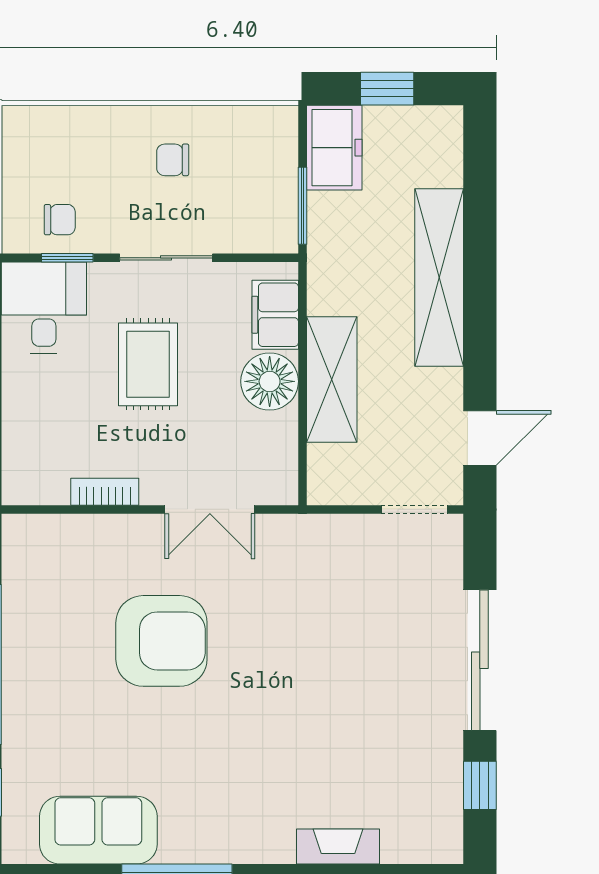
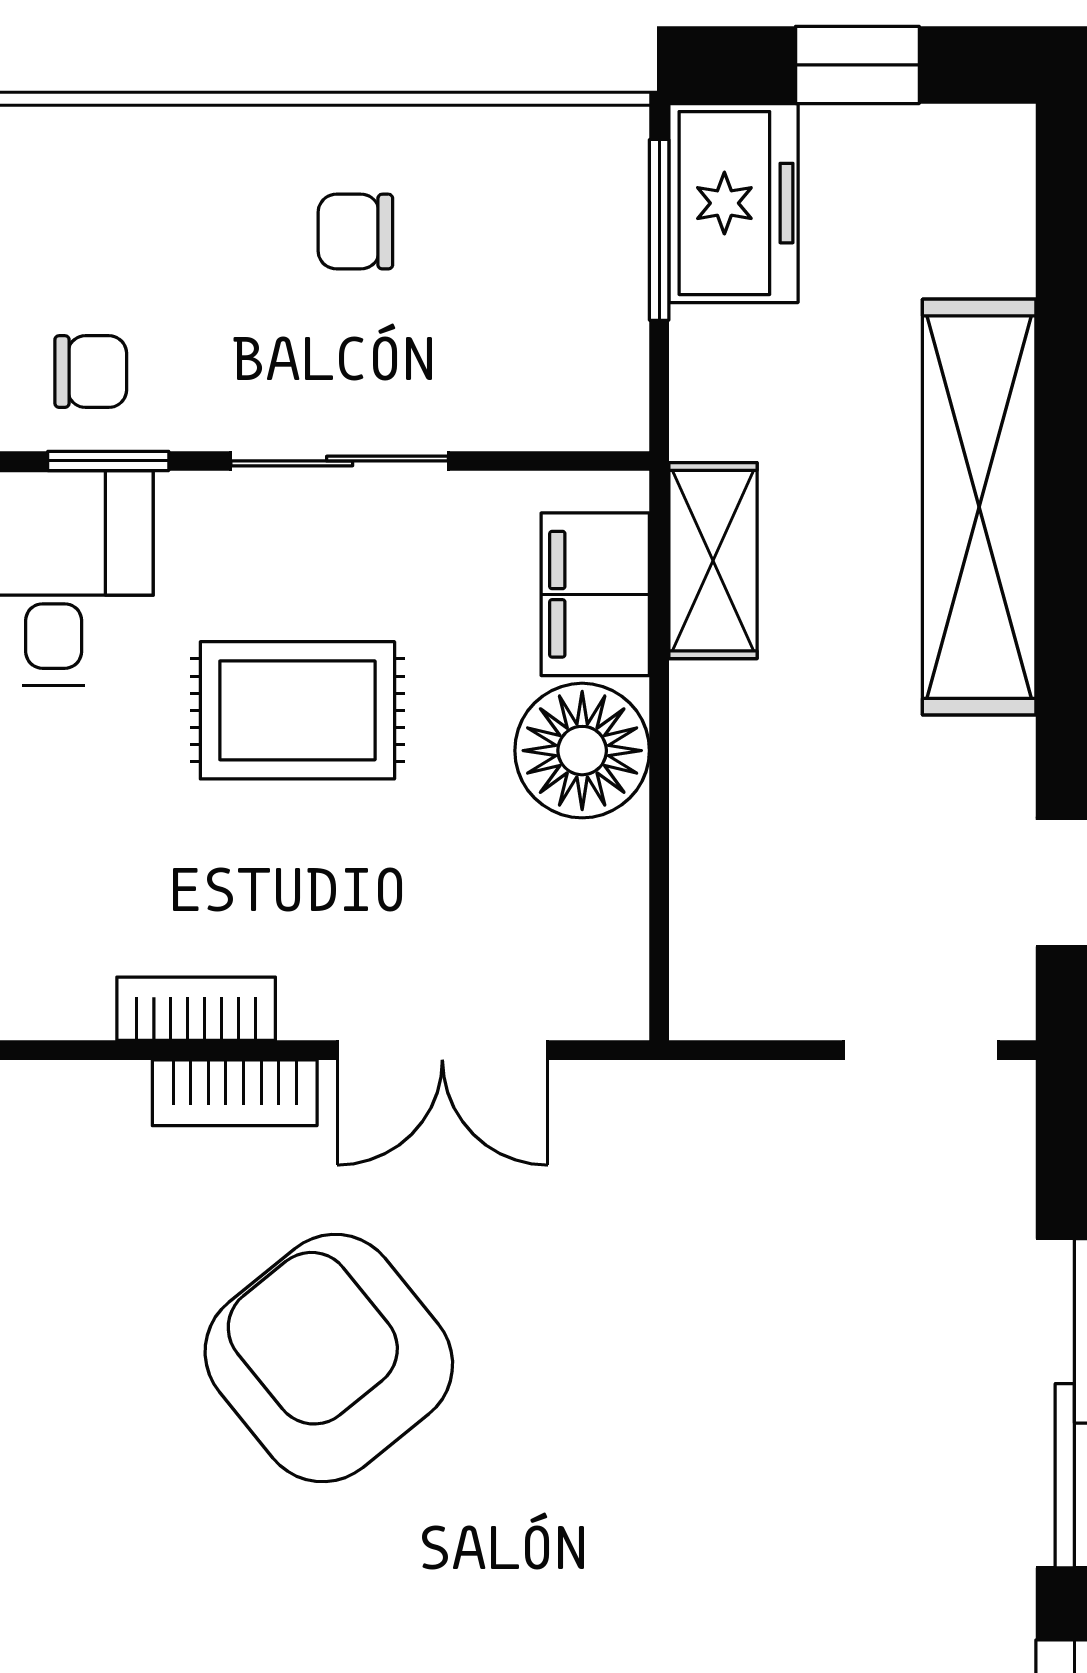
window: (302, 206) -> (659, 230), moved
rug: (148, 364) -> (297, 710), turned 90
shelving: (332, 380) -> (713, 561), moved, width x0.67, depth x0.75
bookcase: (121, 528) -> (235, 1093), added
armchair: (161, 641) -> (329, 1358), turned -129

